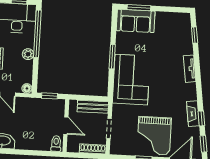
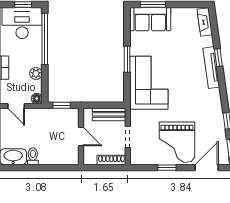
window: (195, 35) -> (218, 58), moved
plant: (28, 54) -> (36, 74), moved
tv unit: (190, 69) -> (211, 68), width x1.41
fireplace: (193, 114) -> (205, 22), moved
toilet: (56, 143) -> (33, 156), moved

